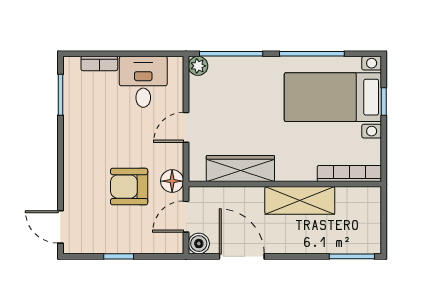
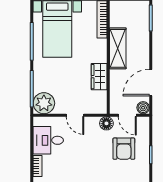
plant: (198, 66) -> (44, 103), width x1.88, depth x1.88
wardrobe: (240, 168) -> (99, 77), width x0.67
armchair: (129, 187) -> (124, 149), moved

